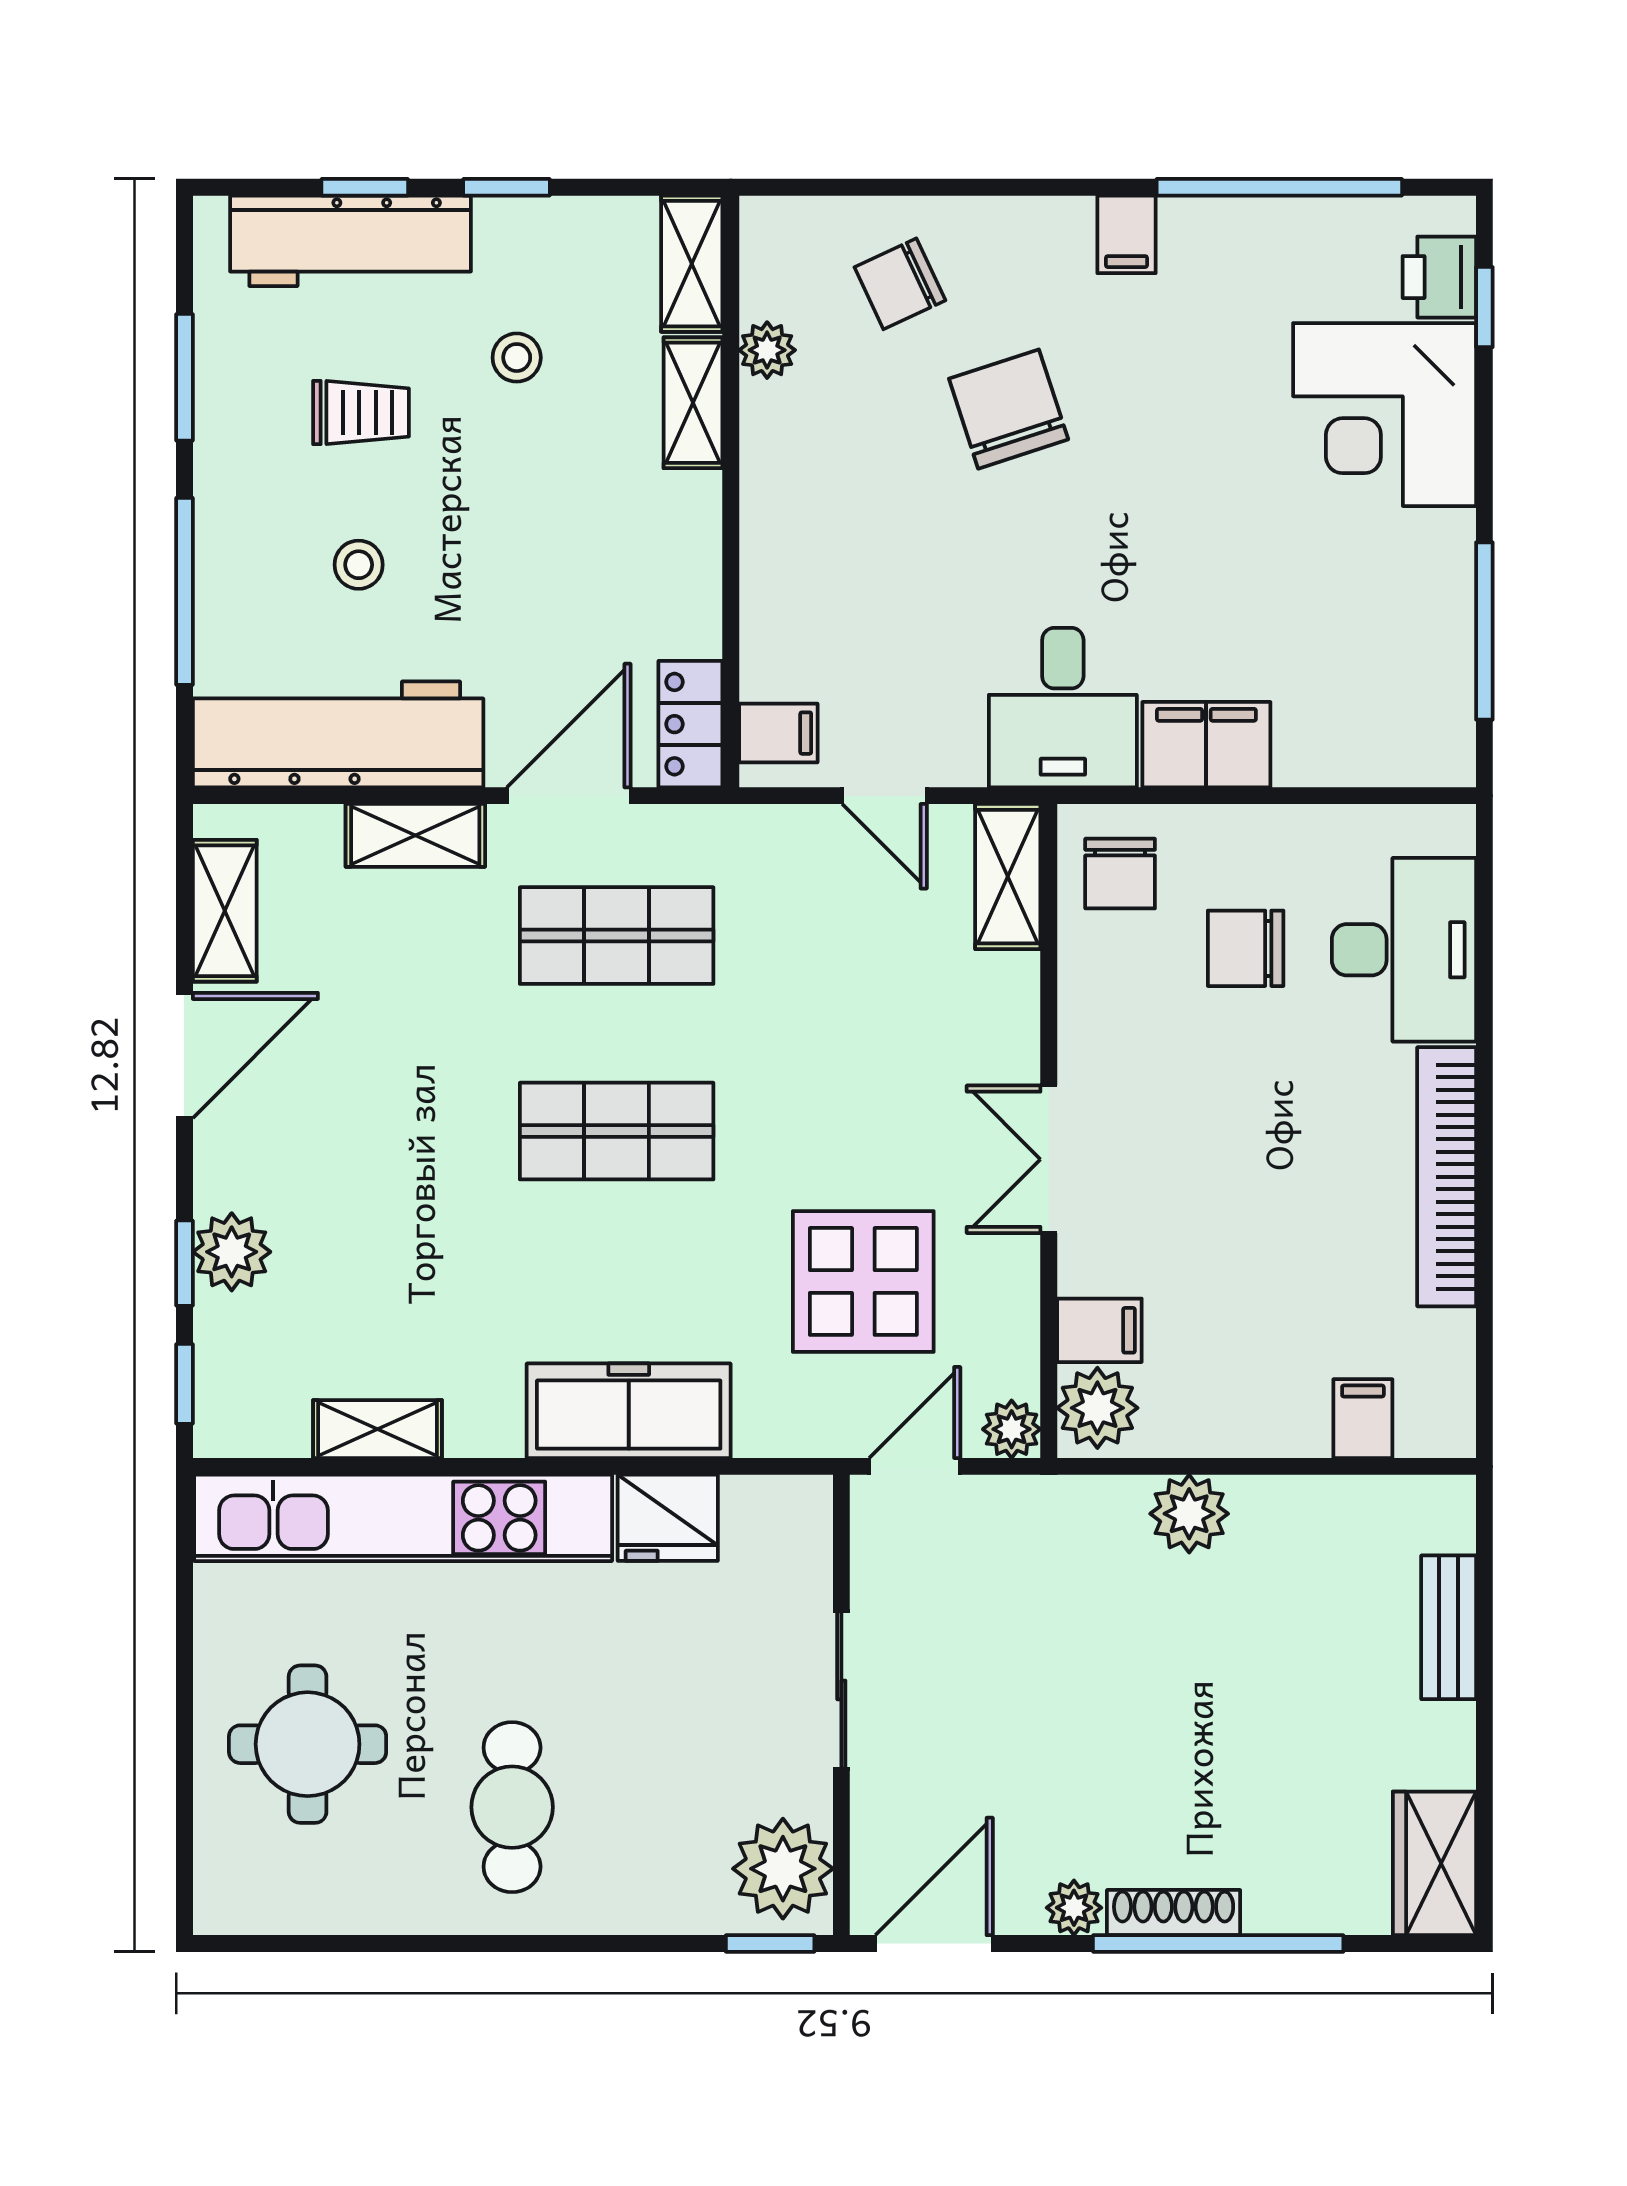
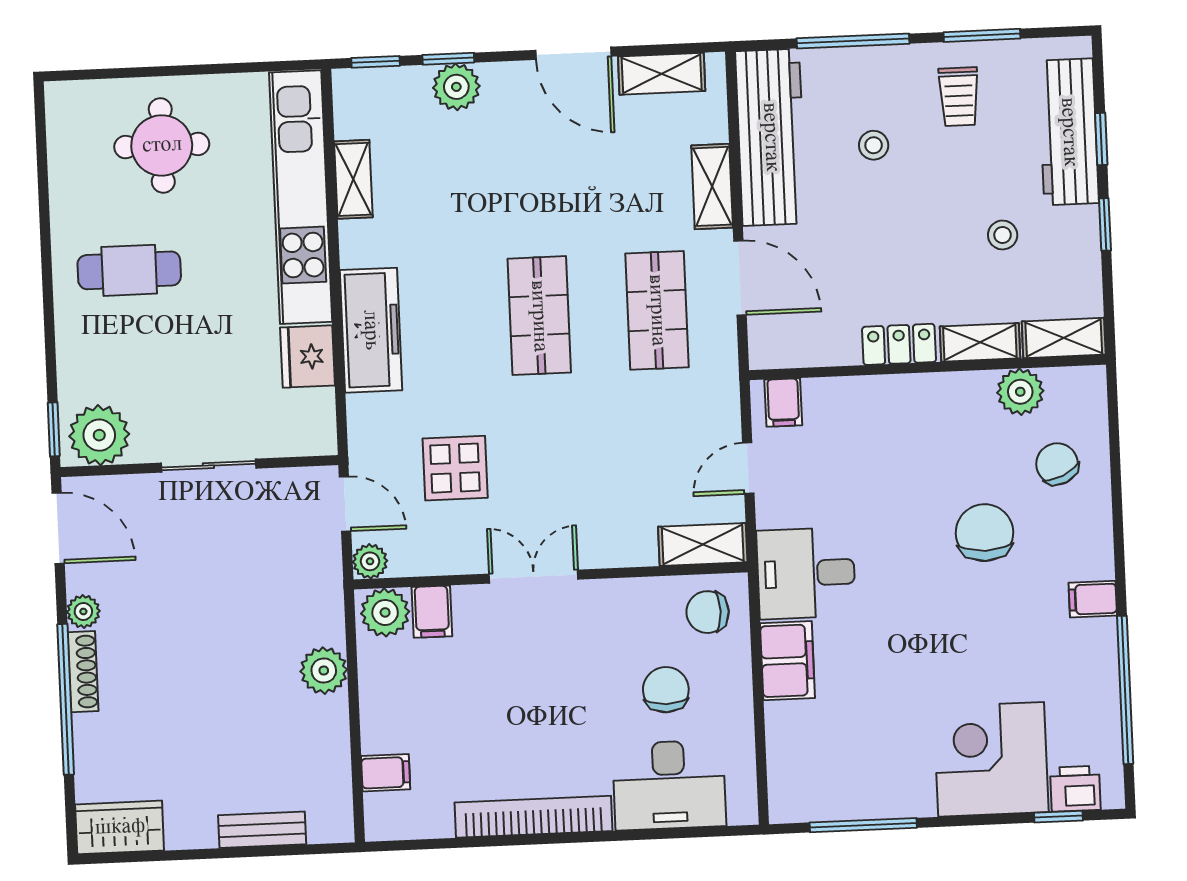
plant: (767, 350) -> (1020, 392), width x1.38, depth x1.38
chair: (1009, 409) -> (984, 533), turned -72
trolley: (361, 412) -> (959, 97), moved
locker: (690, 724) -> (899, 344), moved
display table: (863, 1281) -> (455, 468), width x0.73, depth x0.73

